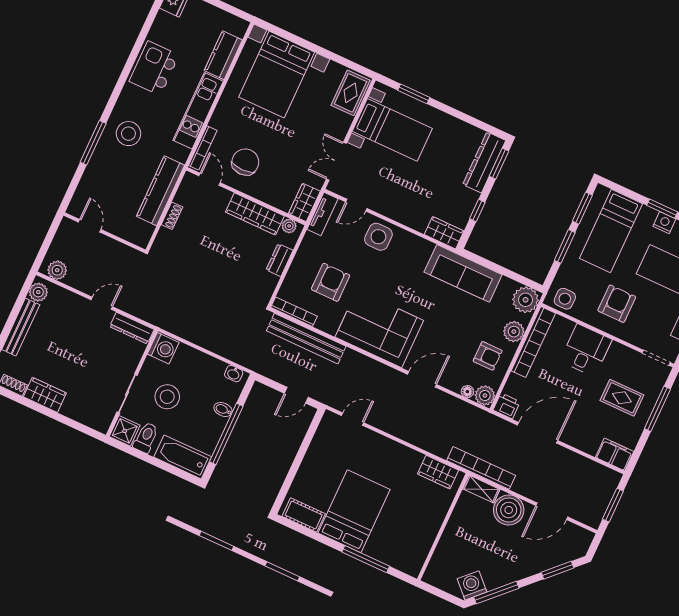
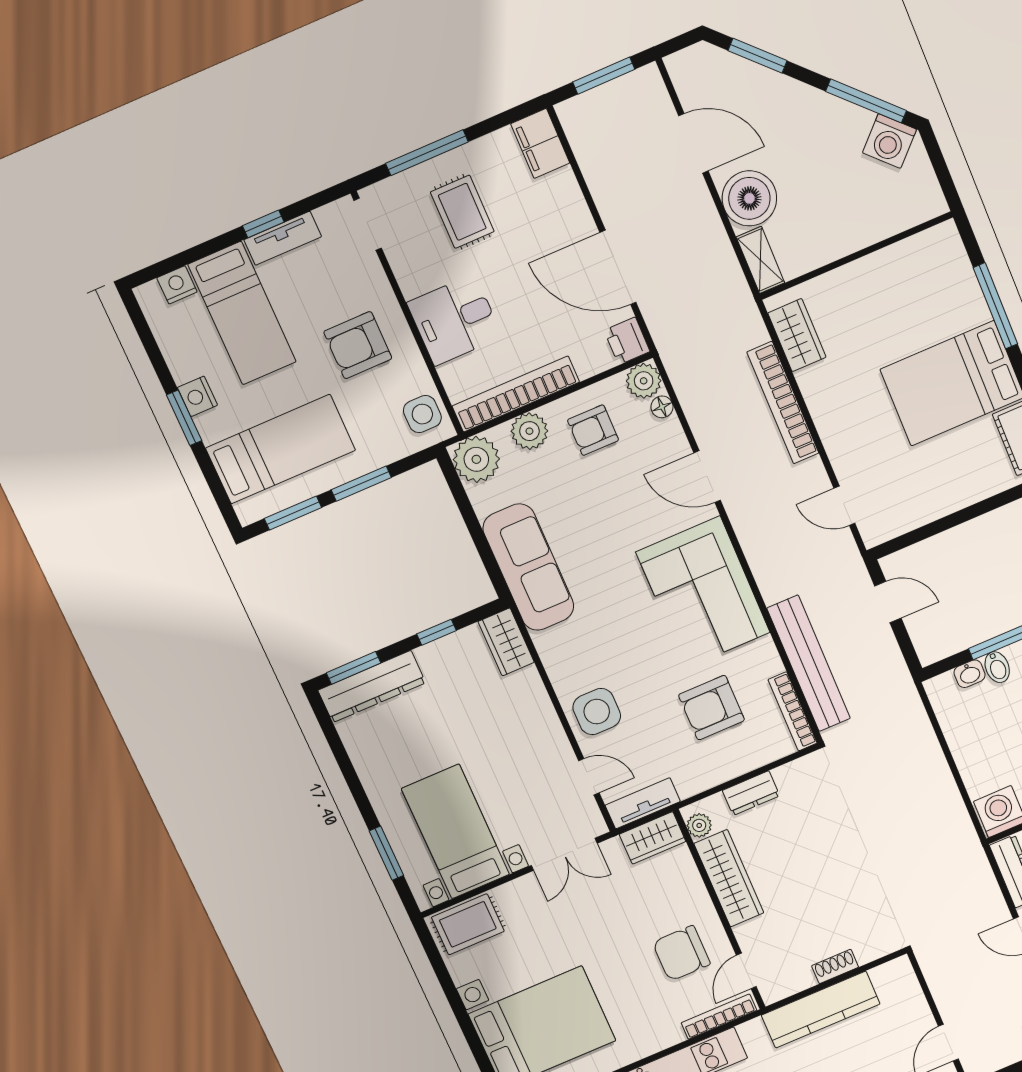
armchair: (488, 356) -> (593, 430), turned -90
washbasin: (234, 374) -> (970, 674), moved, turned 90
bookcase: (481, 468) -> (783, 403), moved

